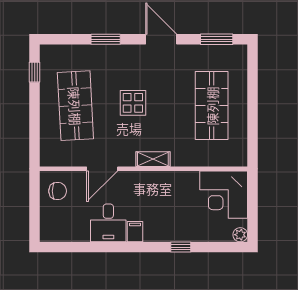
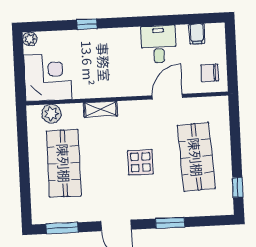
plant: (222, 157) -> (51, 114), added
shelving: (153, 159) -> (100, 109), moved
filing cabinet: (135, 232) -> (197, 34), moved

